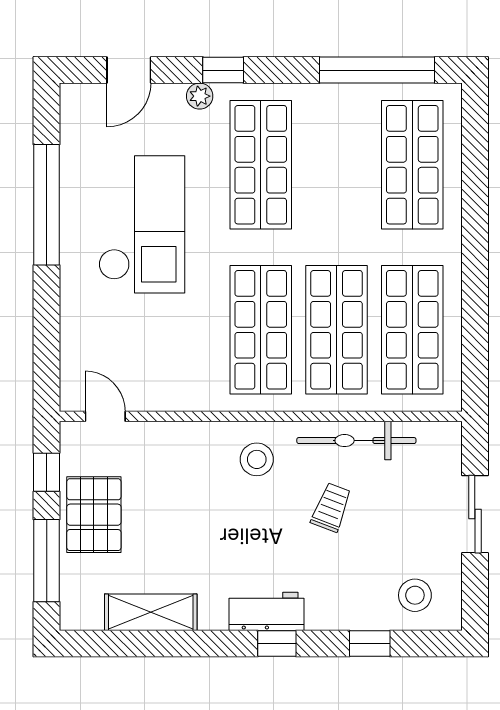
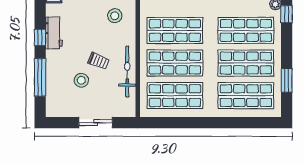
window: (377, 70) -> (287, 80), width x0.47
shop shelf: (337, 165) -> (246, 63), added
stool: (257, 459) -> (115, 16), moved
stool: (415, 595) -> (81, 80), moved
window: (370, 643) -> (40, 77), width x2.17

